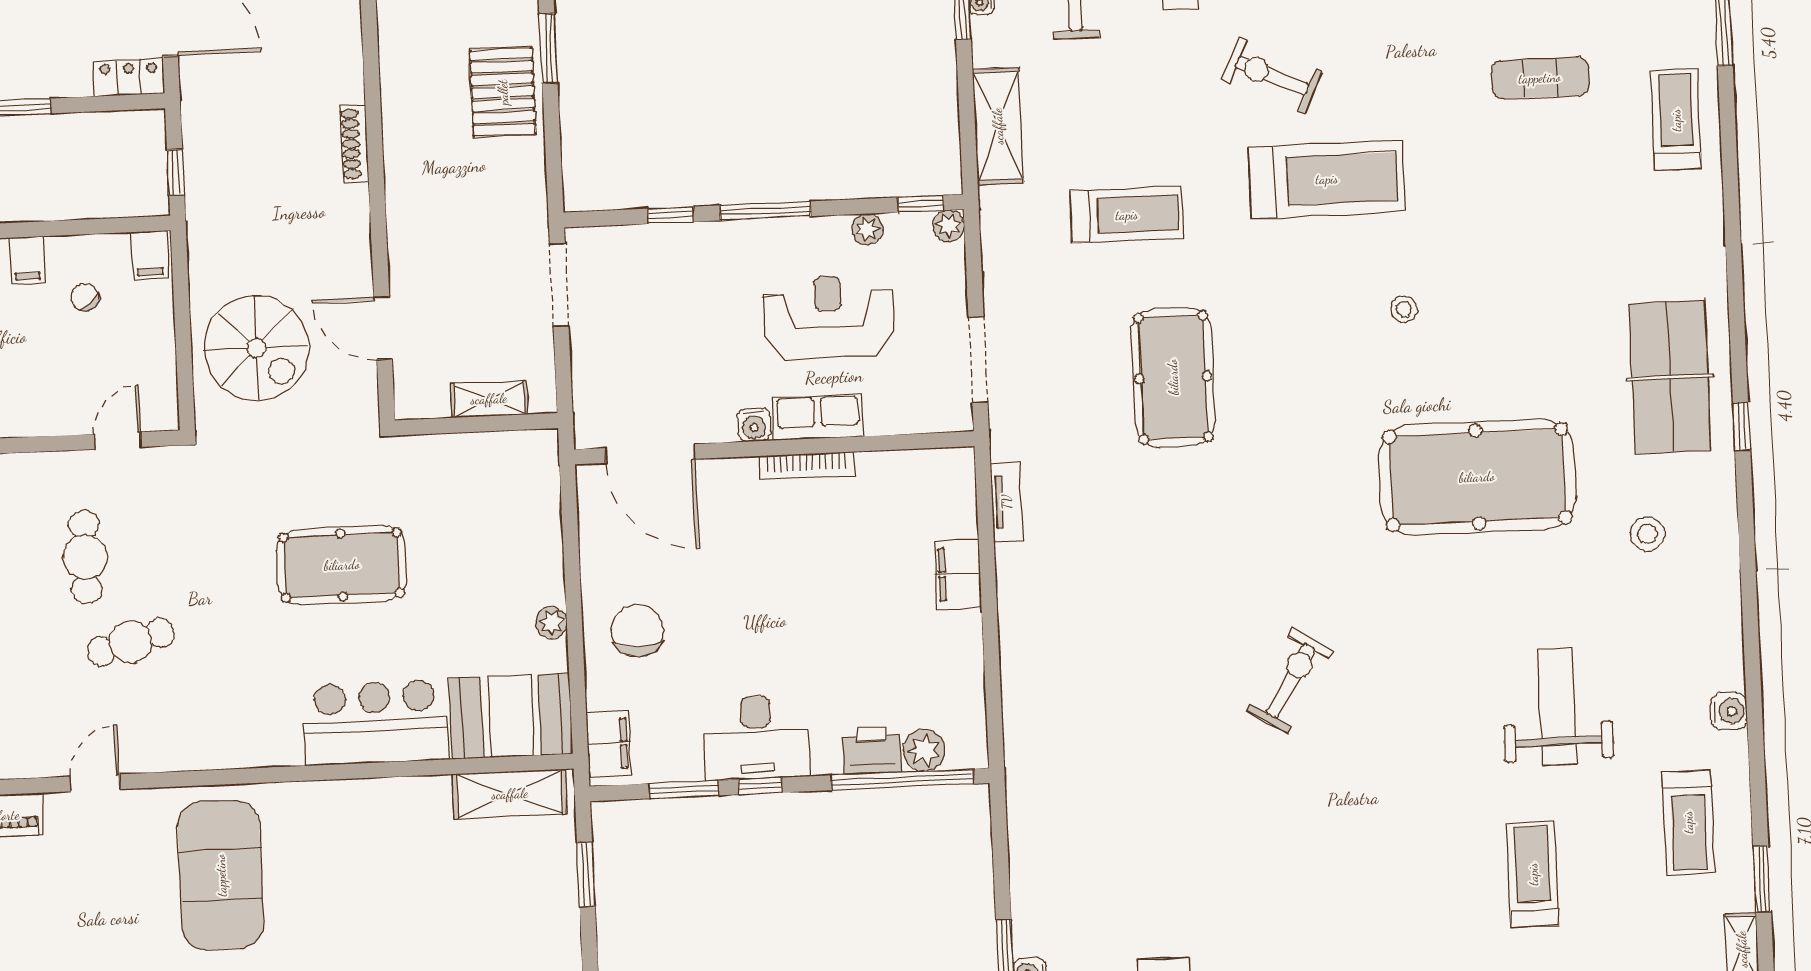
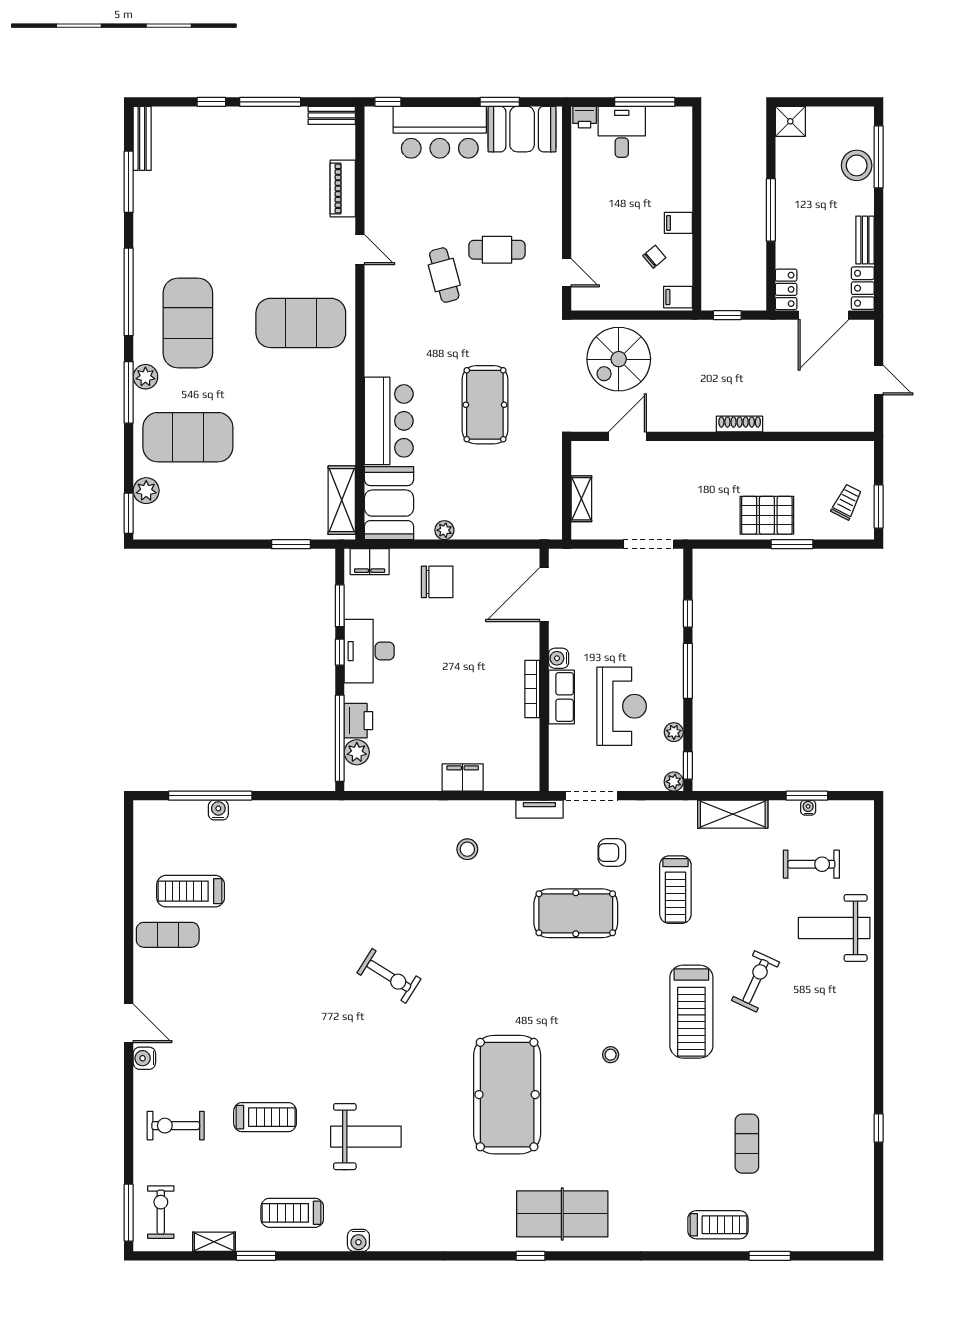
armchair: (1070, 322) -> (612, 853), added
tv unit: (1007, 502) -> (539, 809), moved
stool: (1647, 534) -> (467, 849), moved

